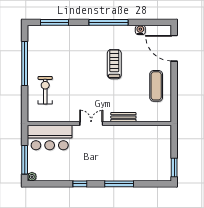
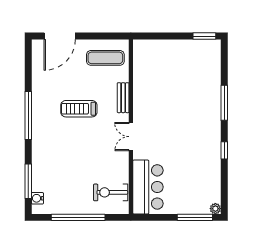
water cooler: (140, 30) -> (37, 198), moved
bench: (123, 117) -> (123, 98), moved
double door: (91, 124) -> (131, 137), moved
wall: (99, 124) -> (131, 127), moved
bar counter: (50, 138) -> (148, 187), moved

